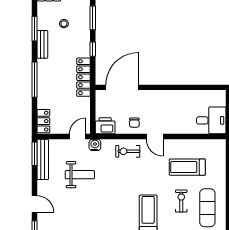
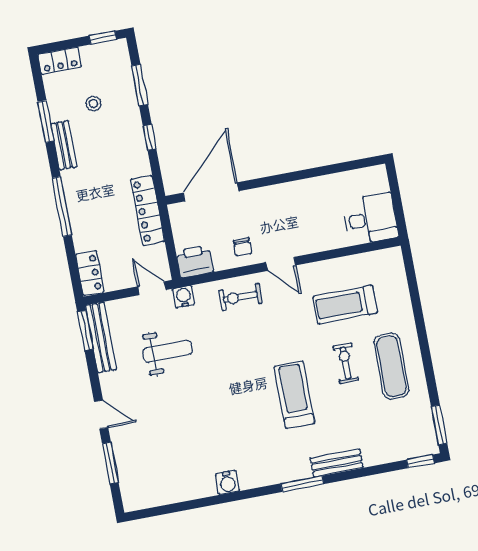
locker: (84, 77) -> (148, 211), moved
door: (78, 137) -> (152, 288), hinge flipped

